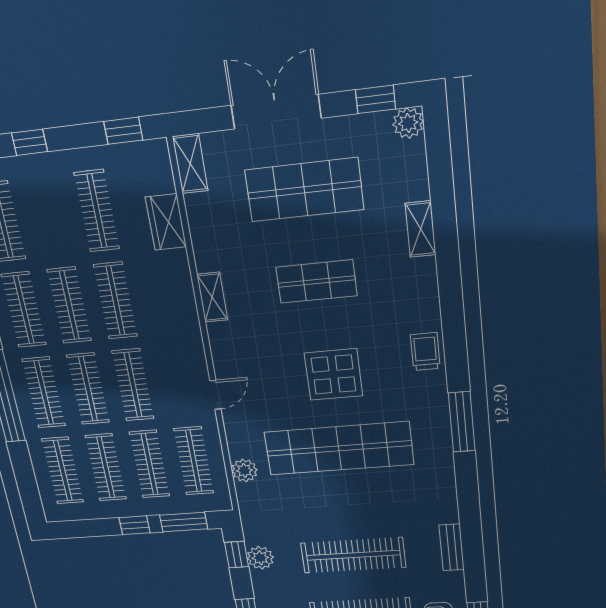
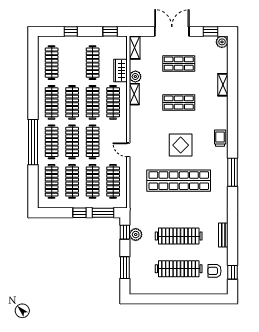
shop shelf: (304, 190) -> (179, 64), width x0.70, depth x0.74
clothes rail: (162, 296) -> (113, 102), added
shelving: (212, 297) -> (134, 94), moved
door: (215, 395) -> (128, 150), swing flipped
plant: (244, 470) -> (135, 77), moved

